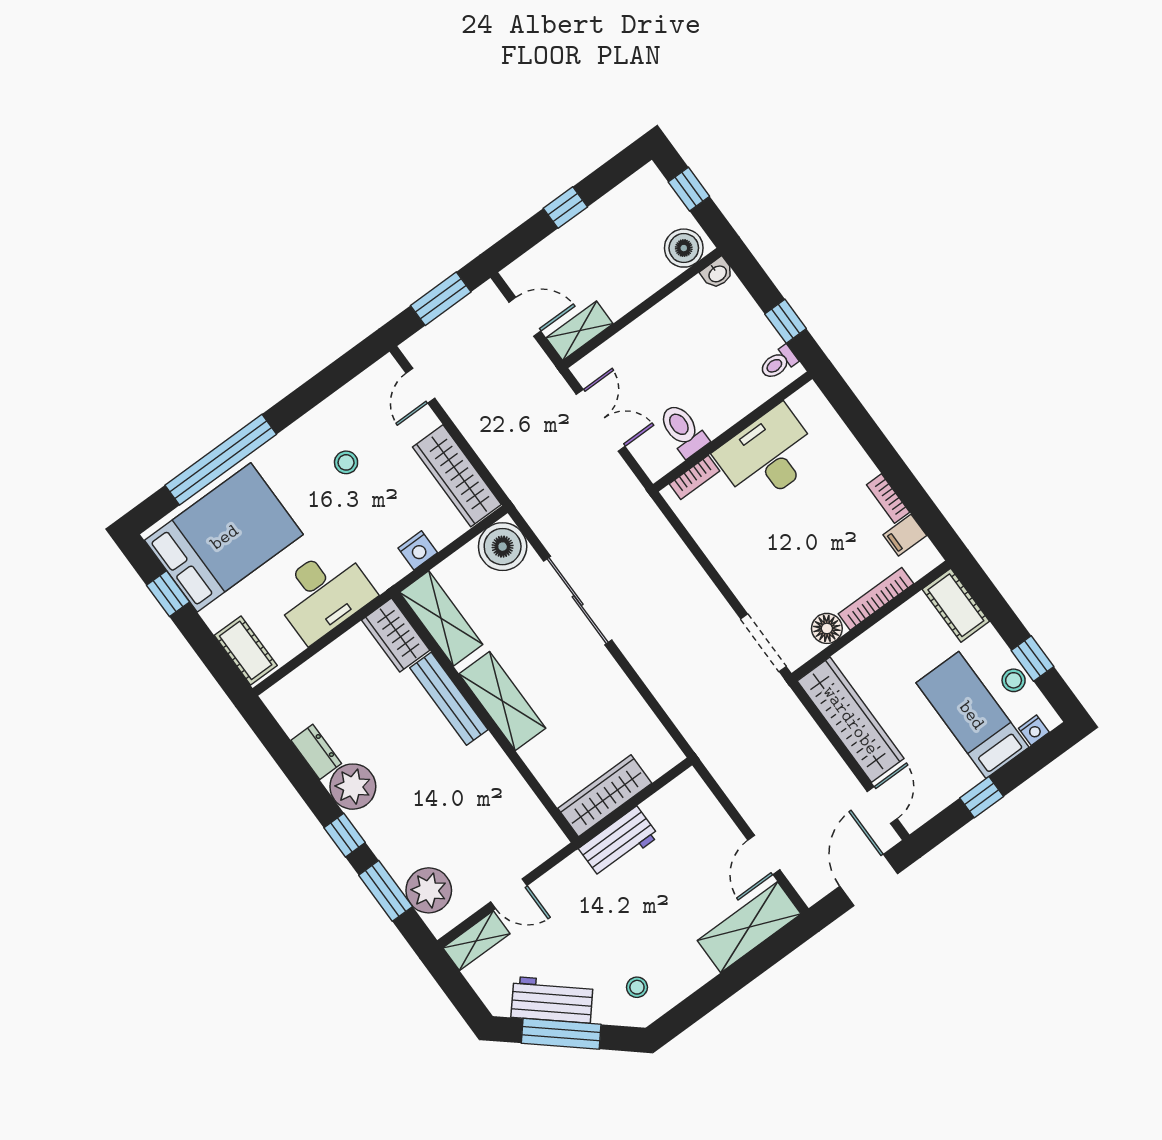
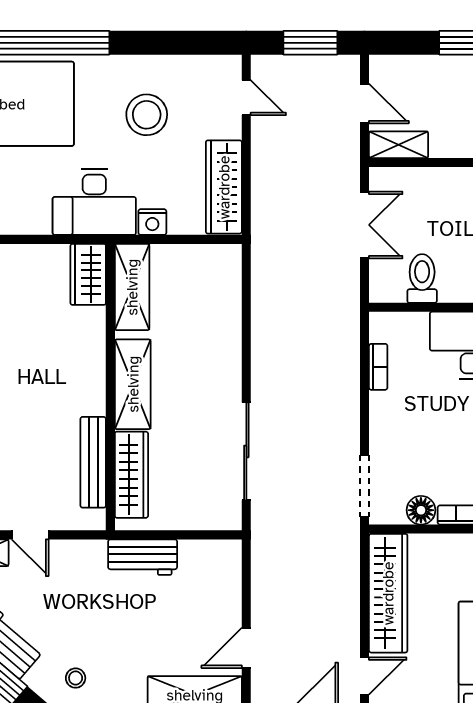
door: (420, 386) -> (246, 98), swing flipped
stool: (346, 462) -> (147, 115), width x1.89, depth x1.89
bookcase: (695, 477) -> (378, 367), moved, turned -90
boiler: (503, 547) -> (219, 266), removed
desk: (323, 593) -> (94, 202), moved
sliding door: (578, 601) -> (246, 451), moved
bench: (449, 699) -> (93, 462), moved
wardrobe: (605, 796) -> (131, 475), moved, turned 90

